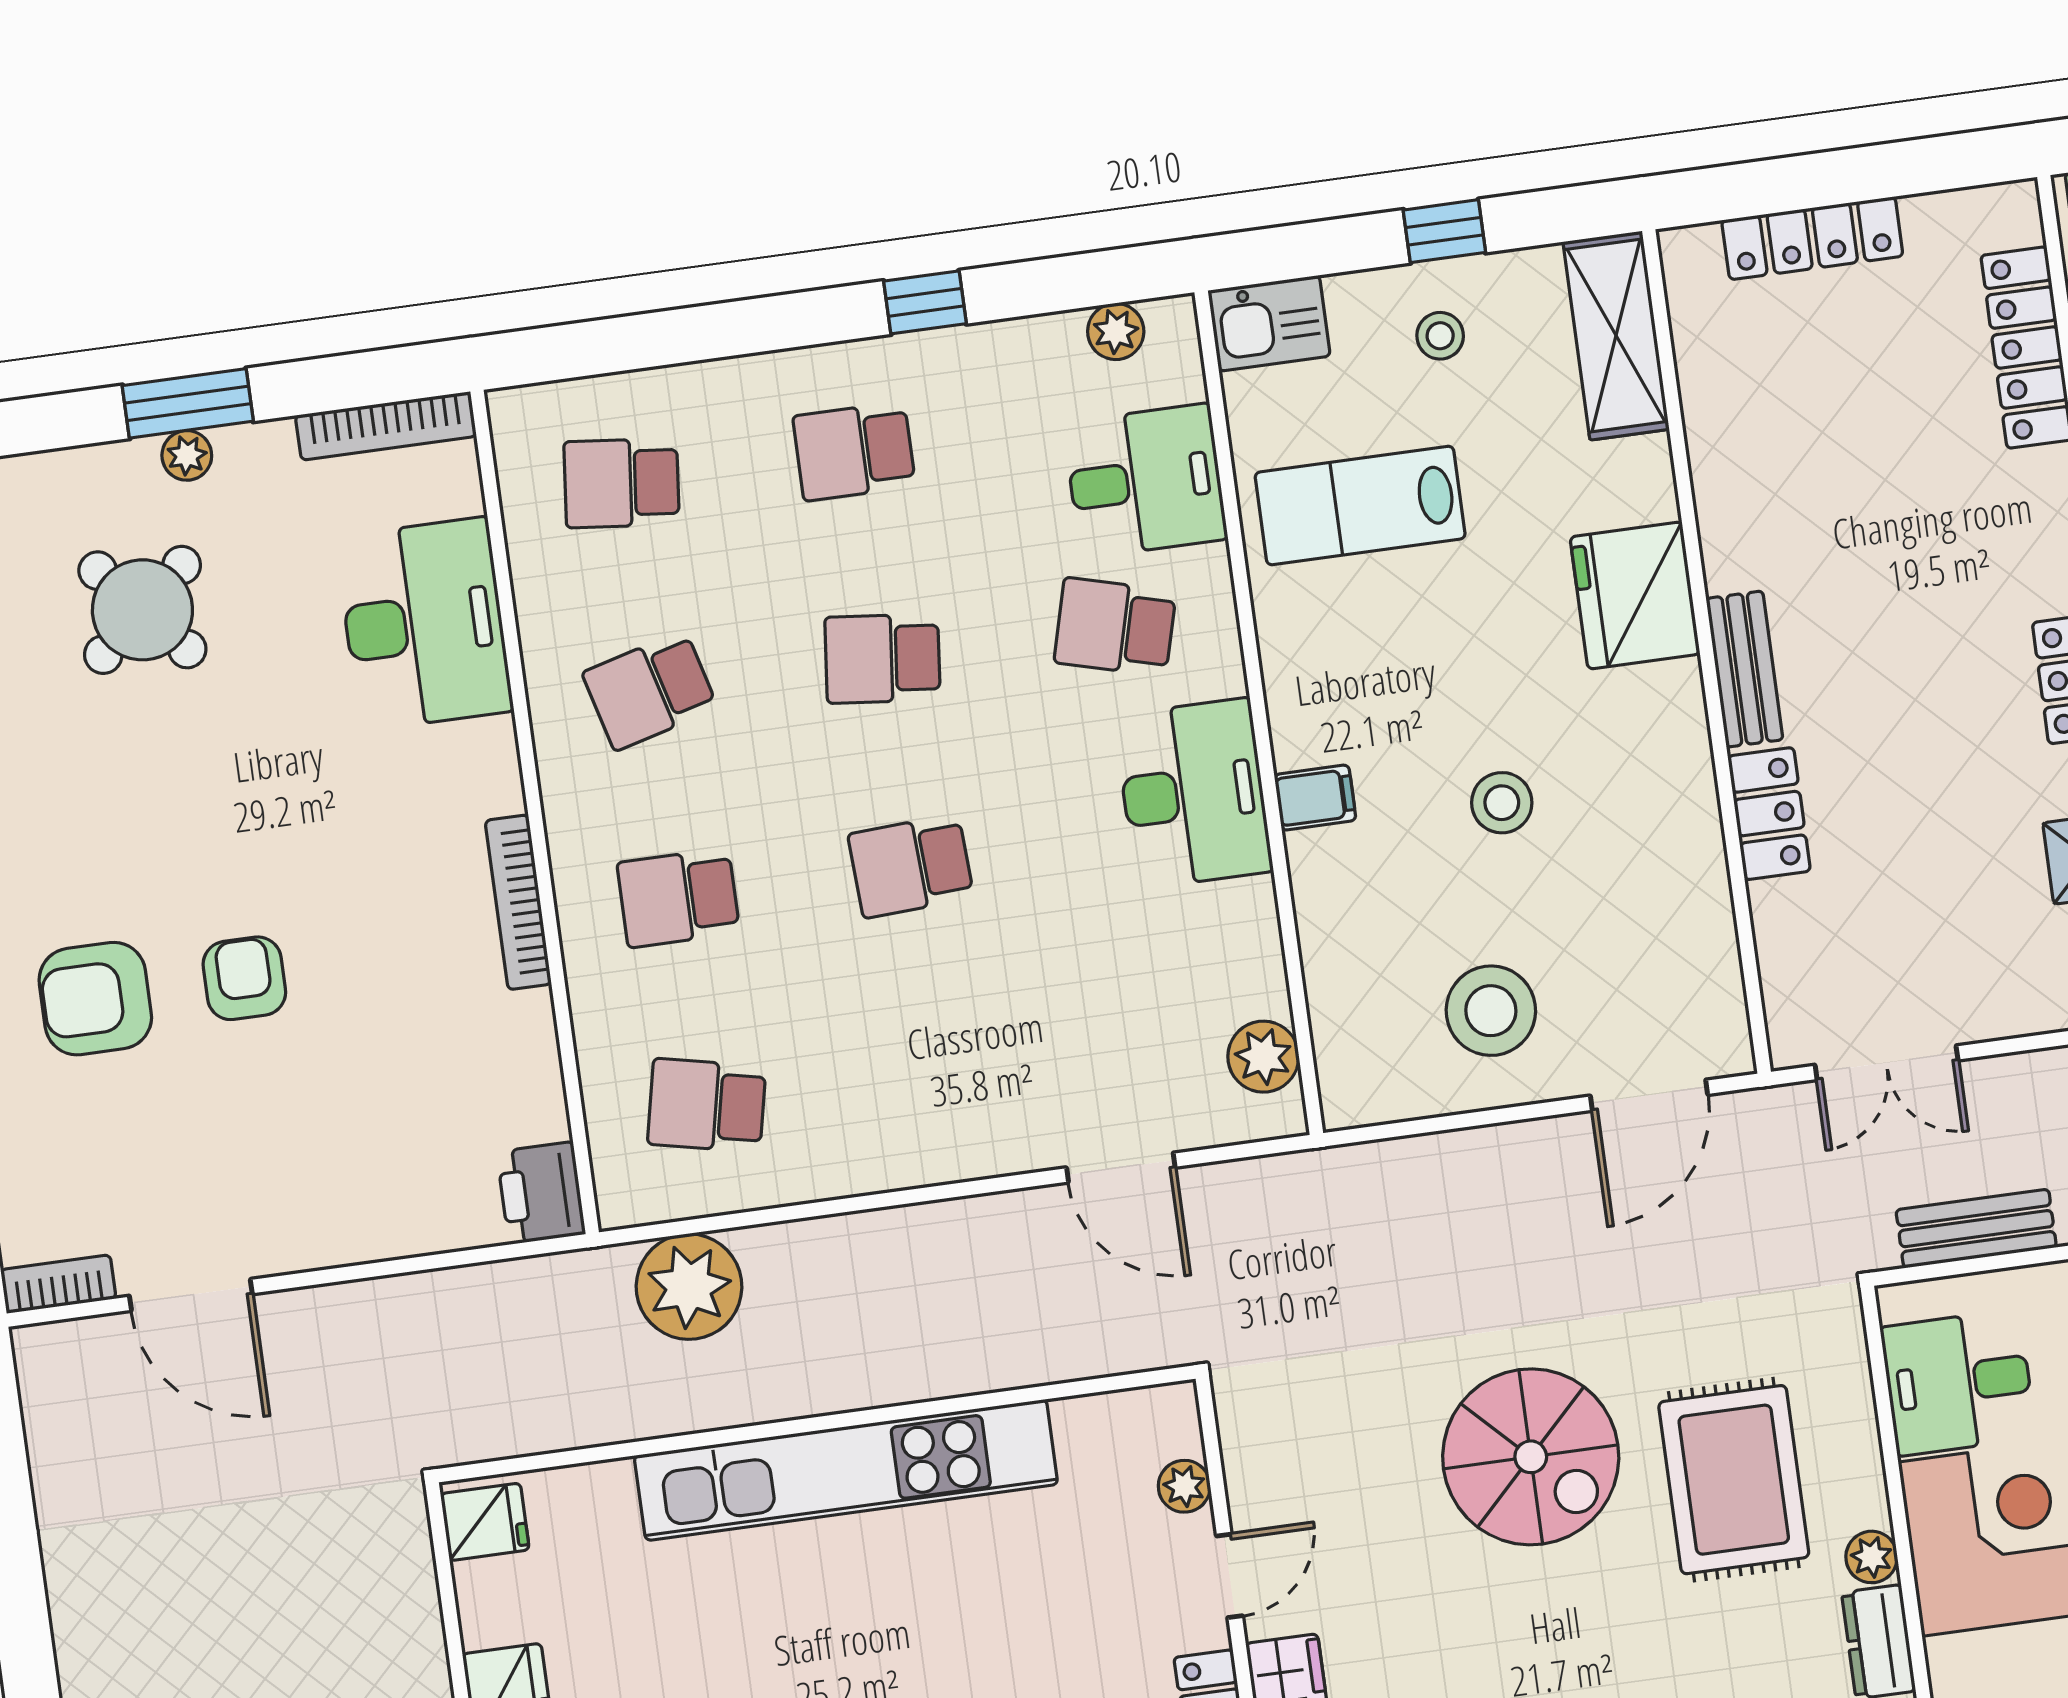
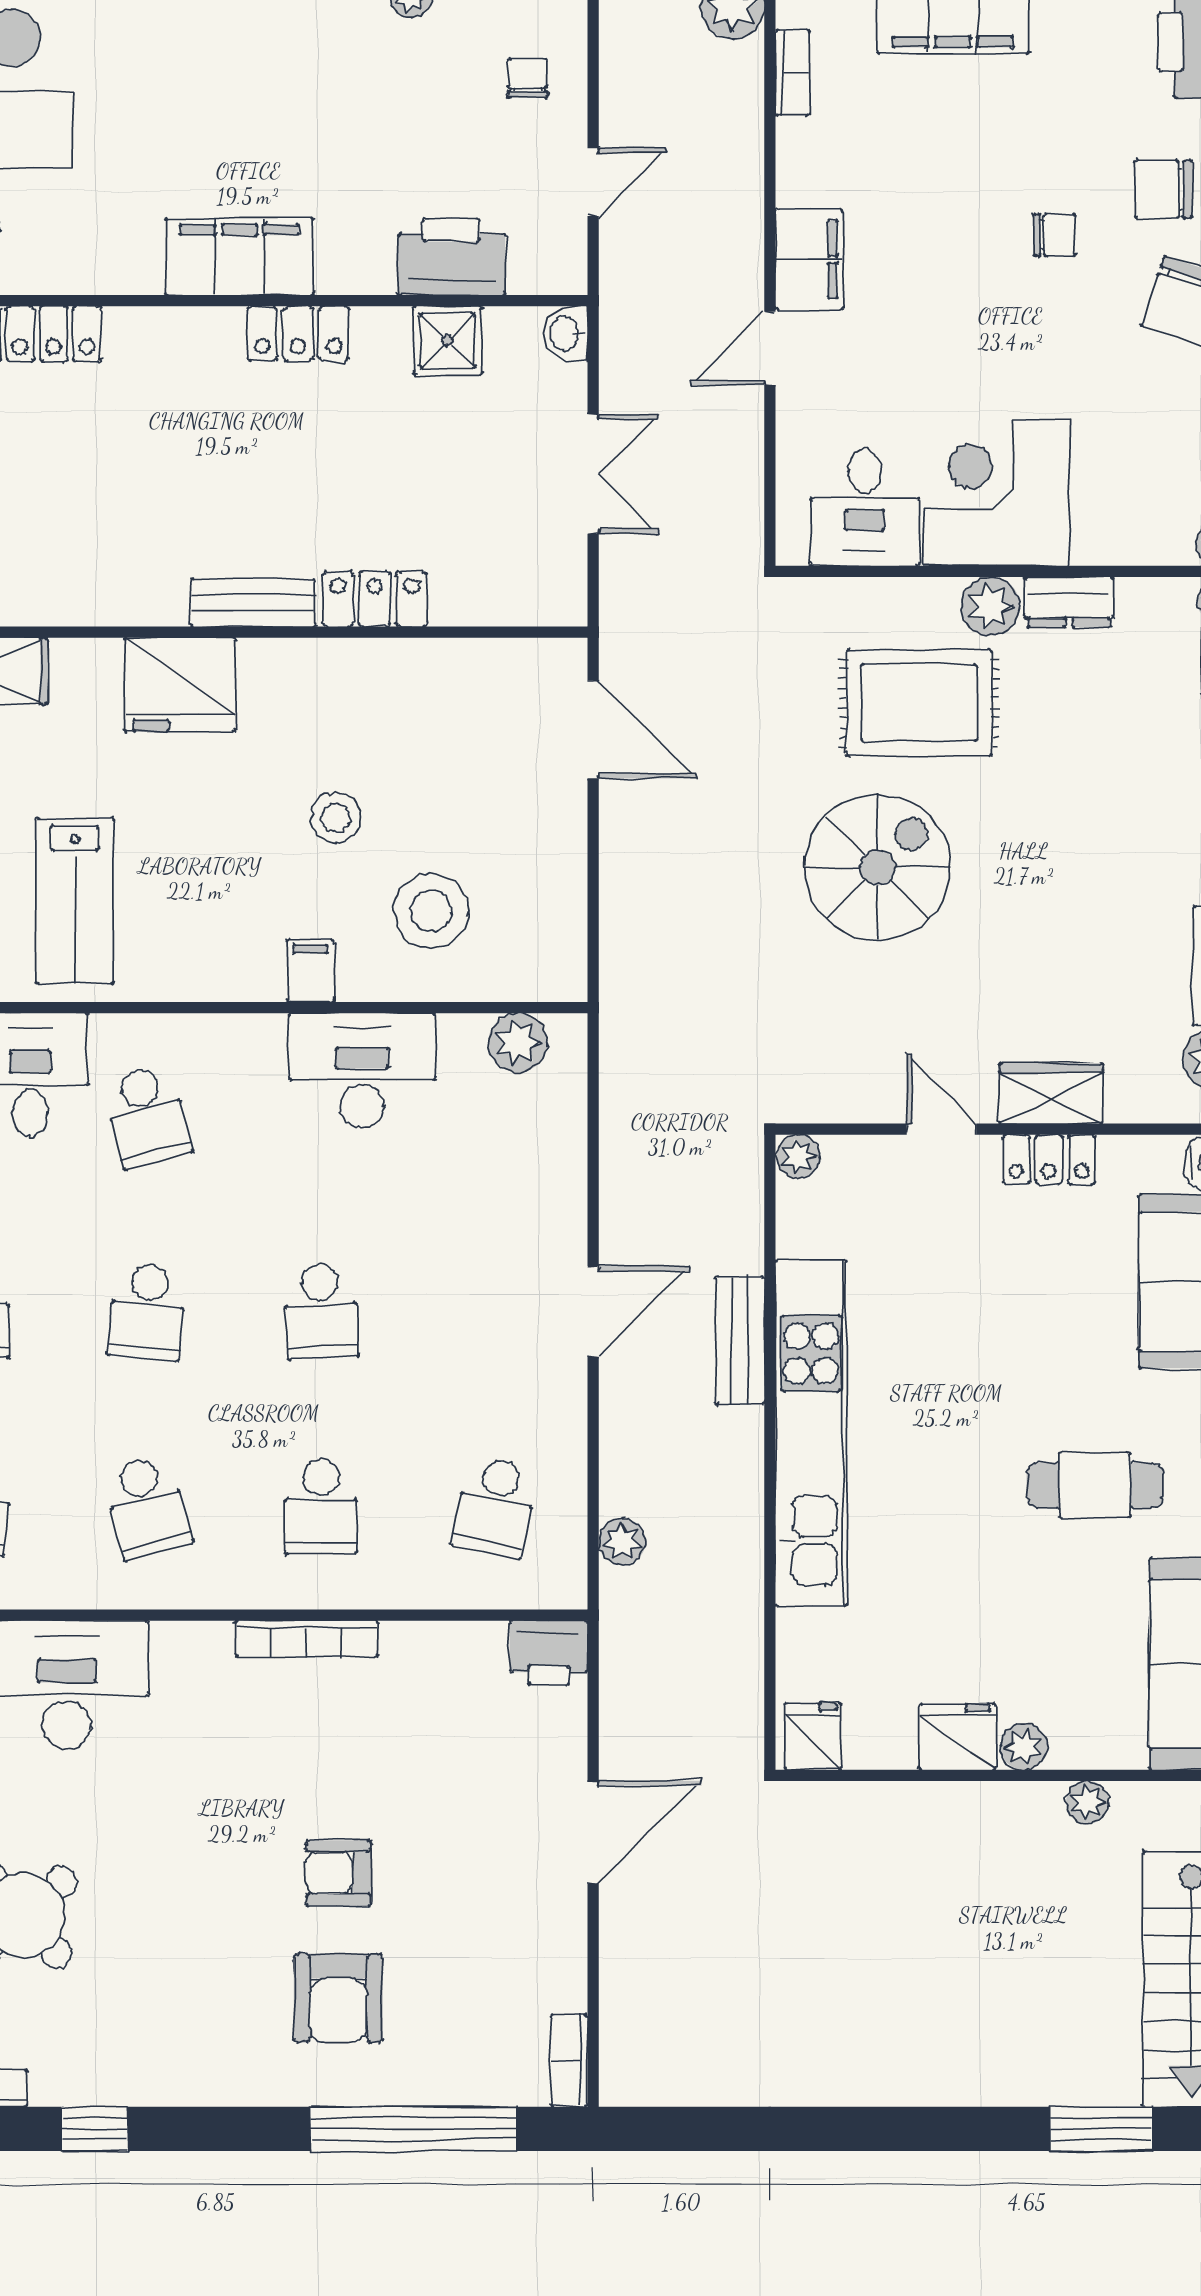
school desk: (1115, 627) -> (147, 1116), turned -30
desk: (1193, 793) -> (362, 1071), moved
stool: (1491, 1011) -> (431, 911), moved
double door: (1887, 1063) -> (593, 474), moved
door: (1121, 1168) -> (593, 1311), moved
bench: (1976, 1229) -> (740, 1341), moved
plant: (689, 1287) -> (622, 1542), width x0.53, depth x0.53
door: (191, 1295) -> (593, 1832), moved
plant: (1184, 1486) -> (798, 1156), moved
plant: (1872, 1557) -> (990, 606), width x1.38, depth x1.38

